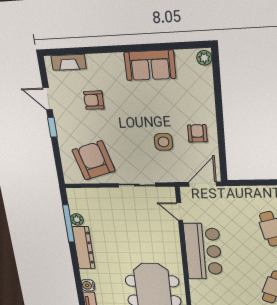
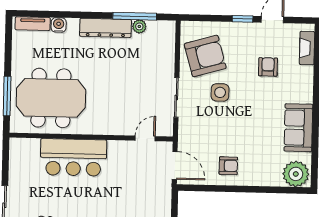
plant: (204, 58) -> (296, 174), width x1.88, depth x1.88
side table: (164, 142) -> (220, 92), moved
bar counter: (203, 251) -> (73, 157), moved

